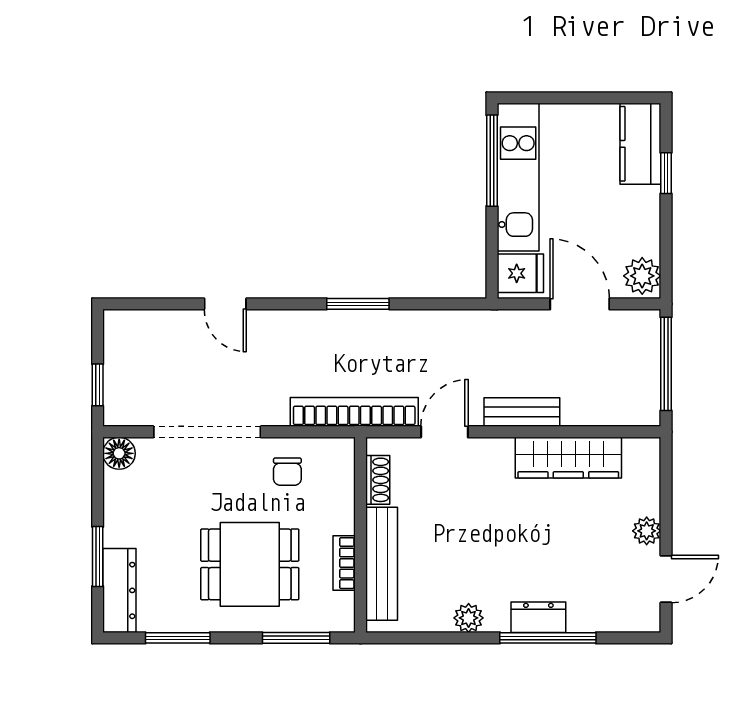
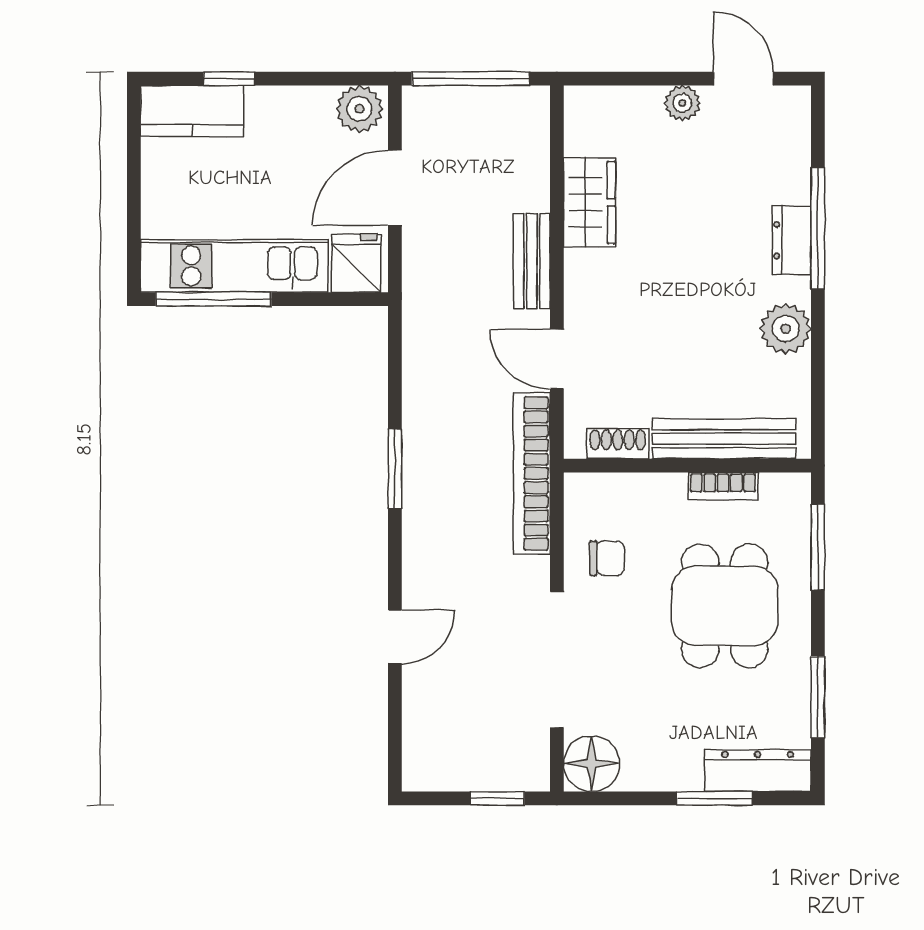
floor lamp: (119, 453) -> (592, 764), width x1.38, depth x1.38
wardrobe: (568, 458) -> (590, 202), width x0.67
plant: (469, 618) -> (786, 329), width x1.38, depth x1.38

